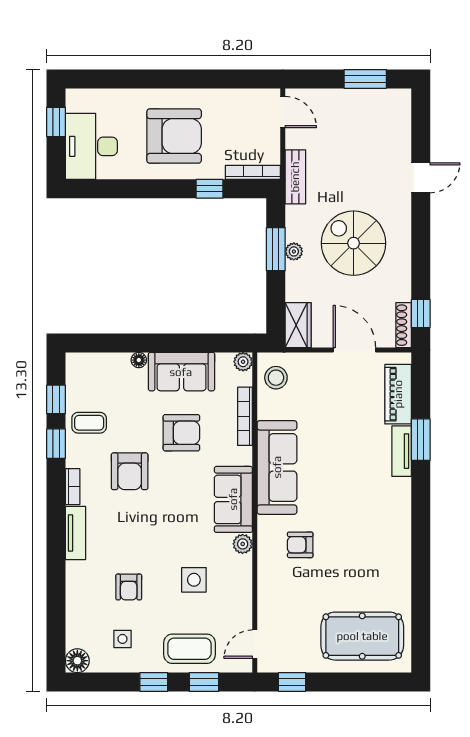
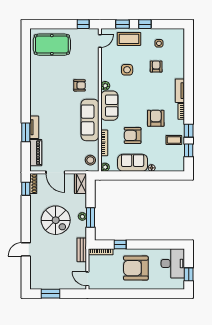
floor lamp: (77, 661) -> (179, 34), removed

